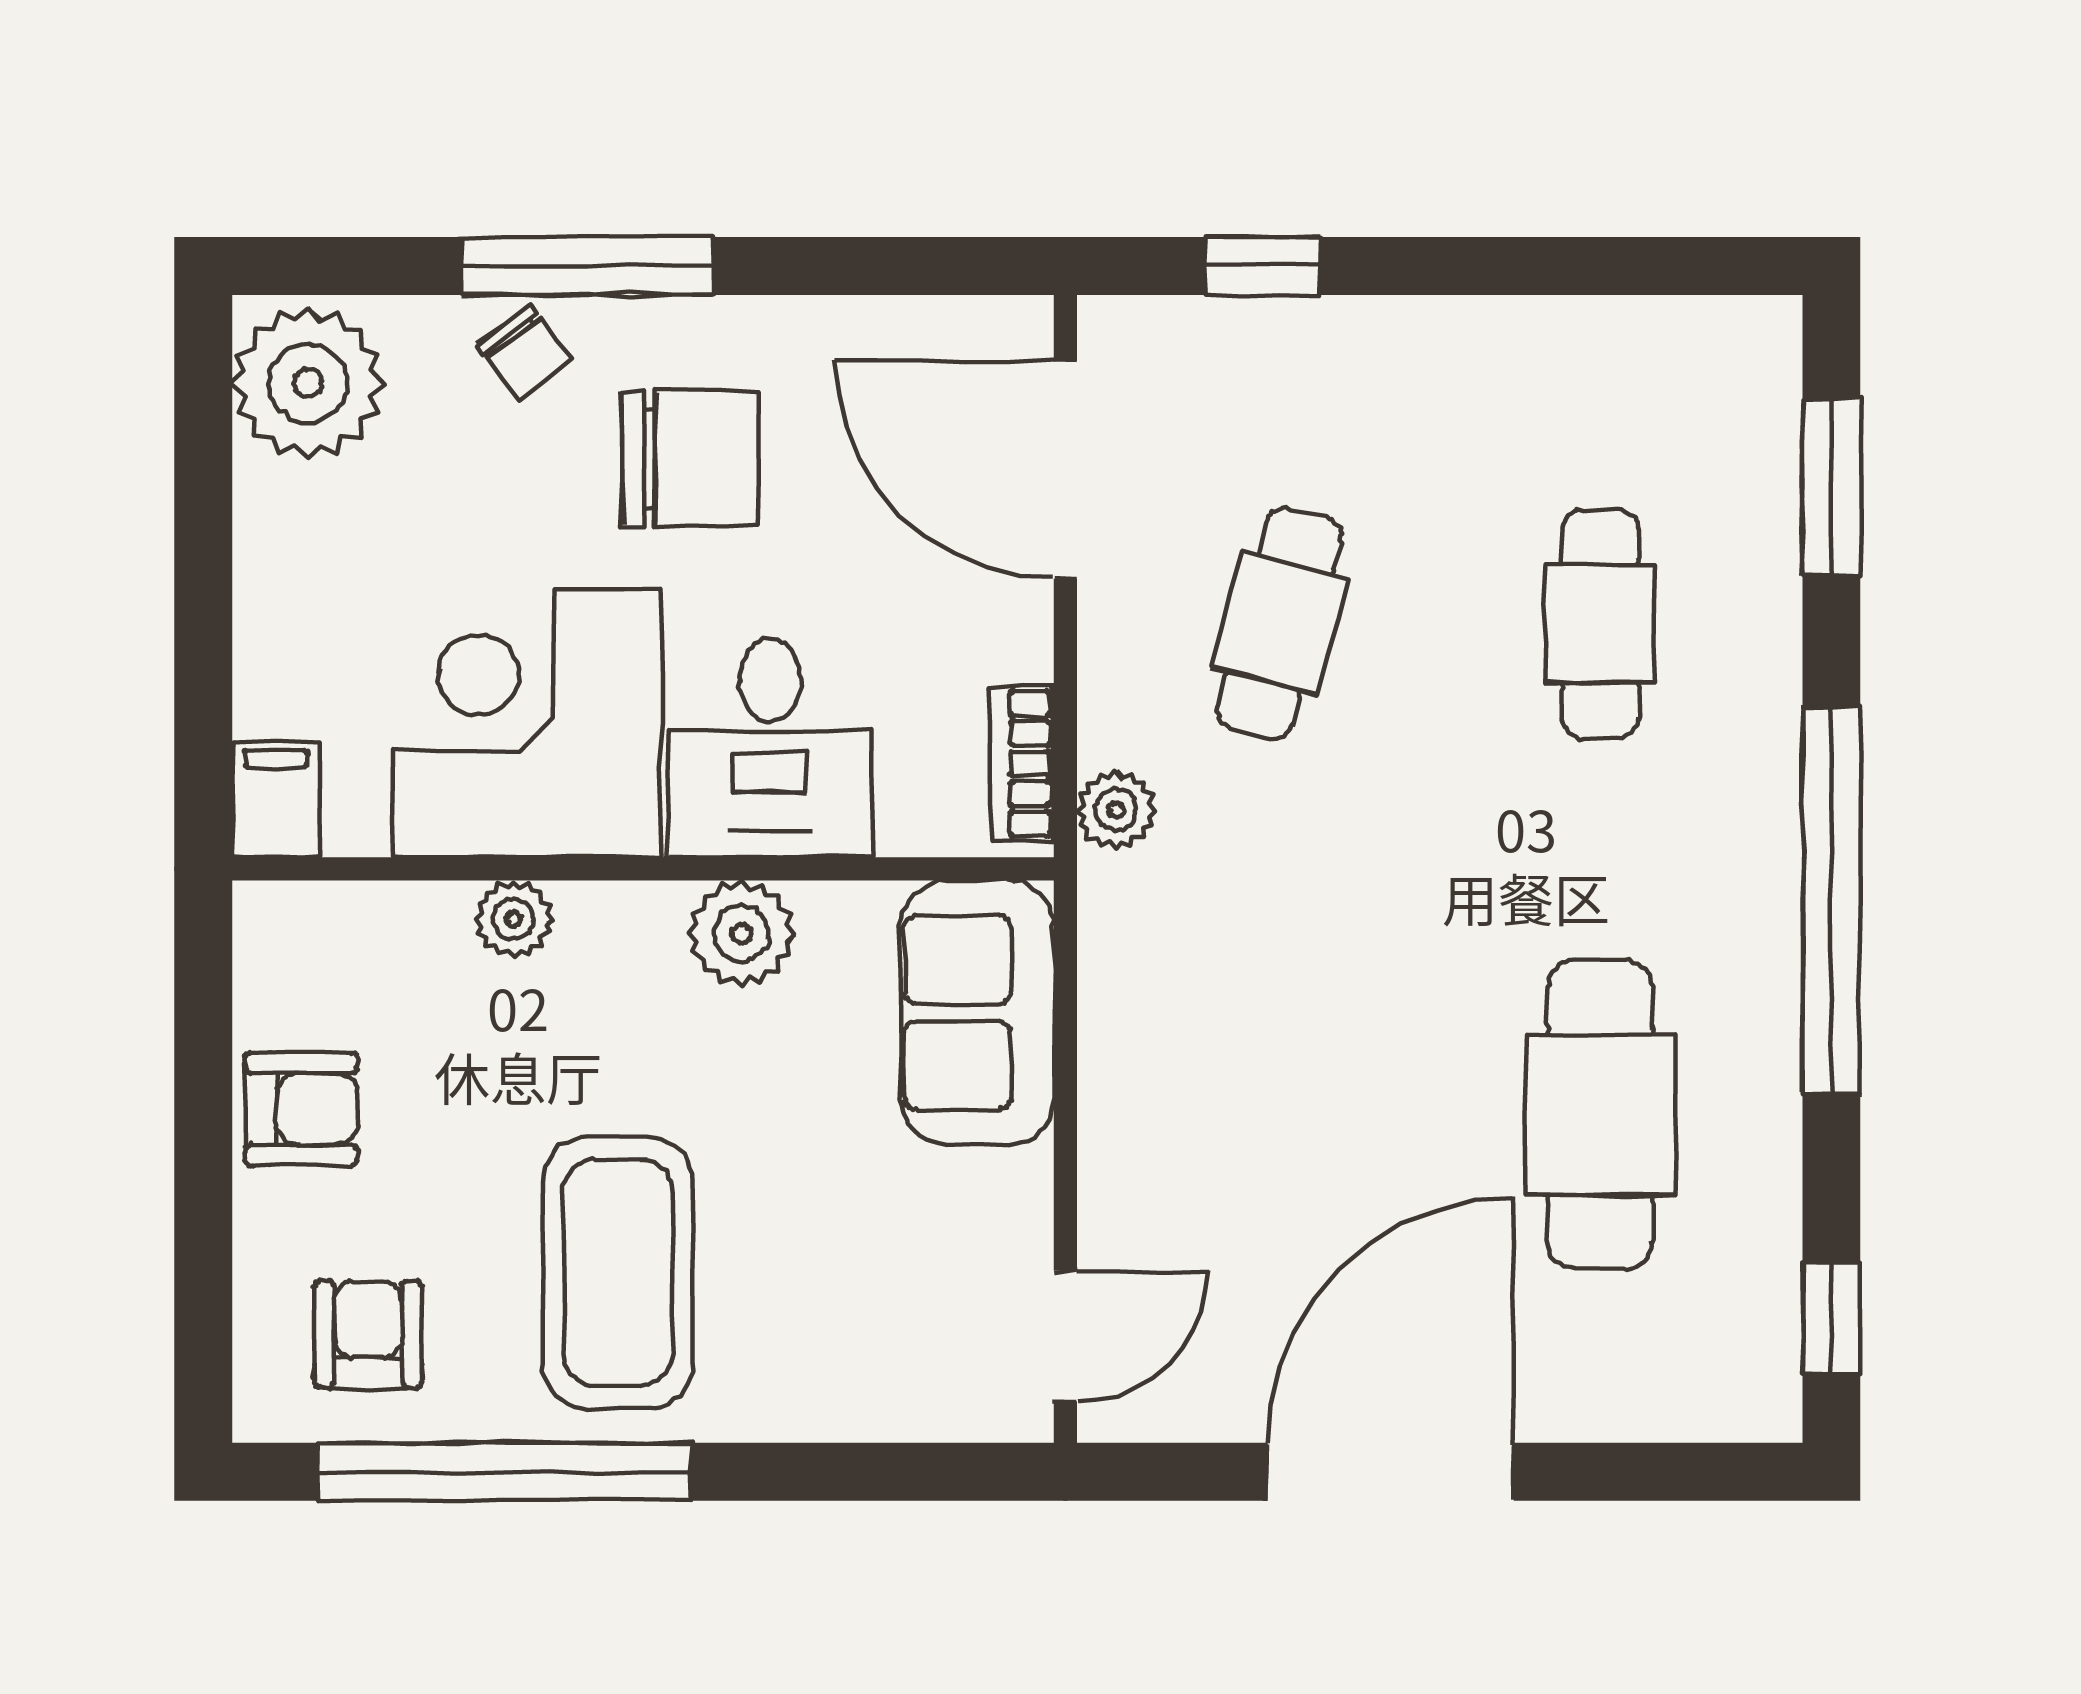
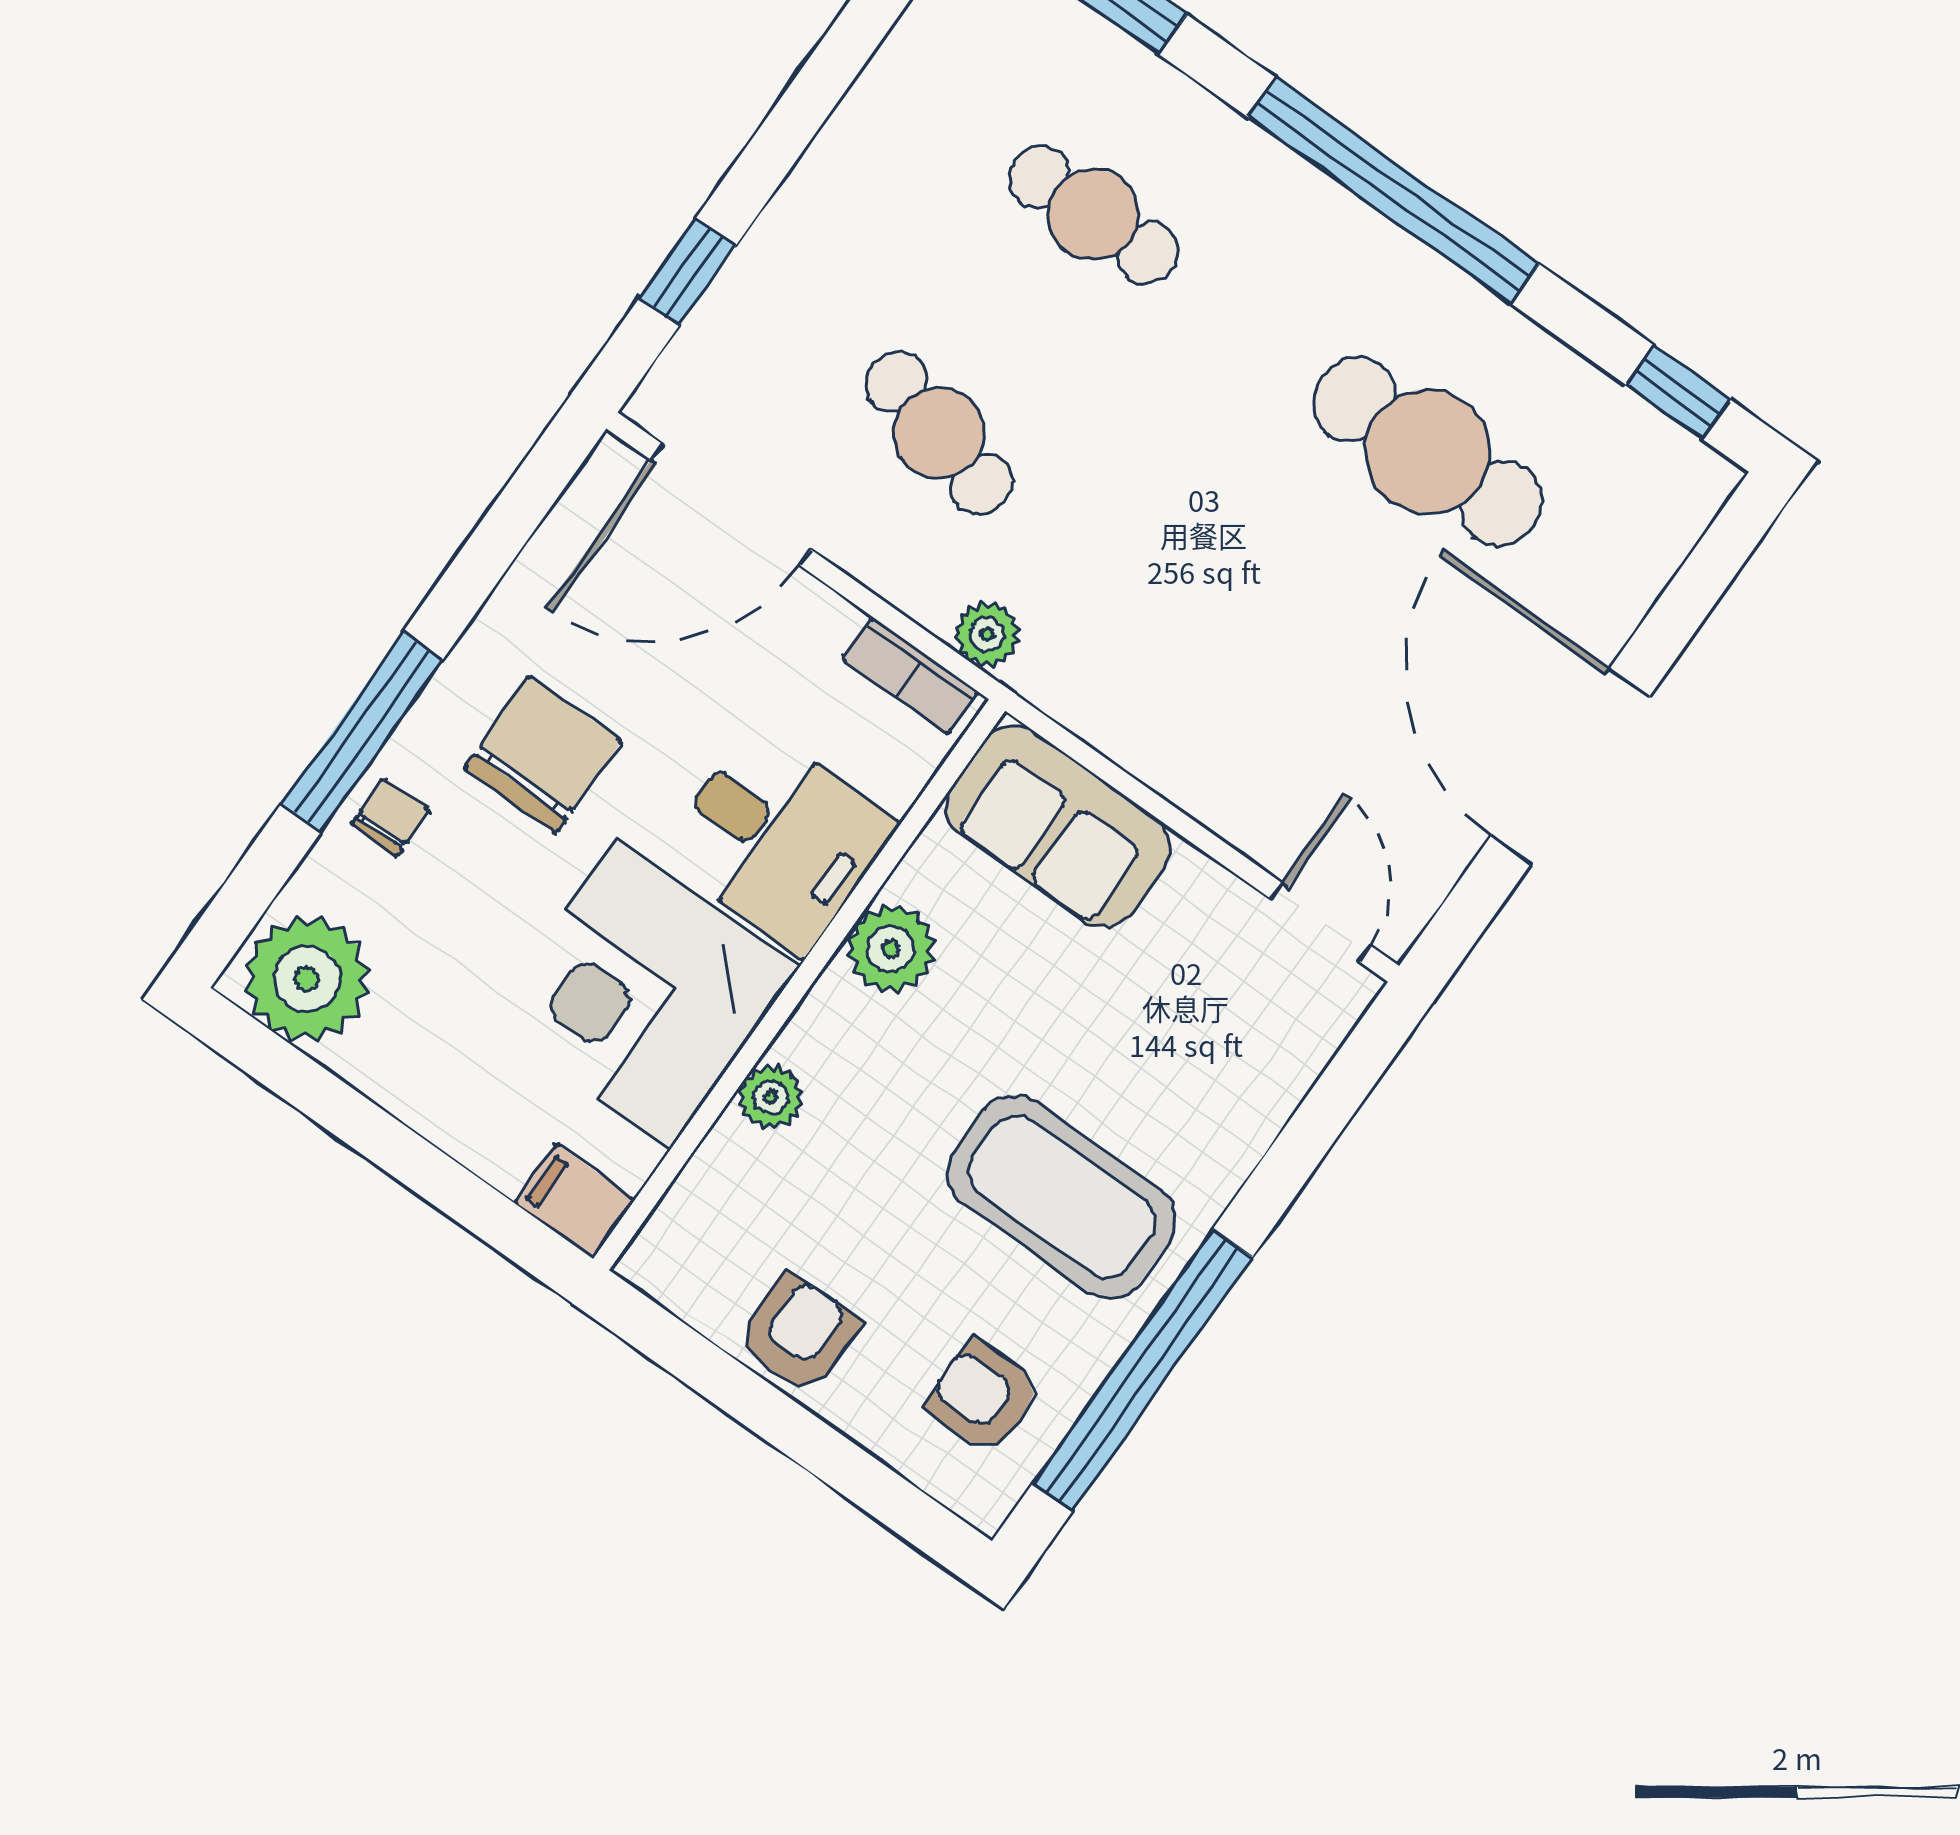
chair: (524, 353) -> (390, 817), turned -53

